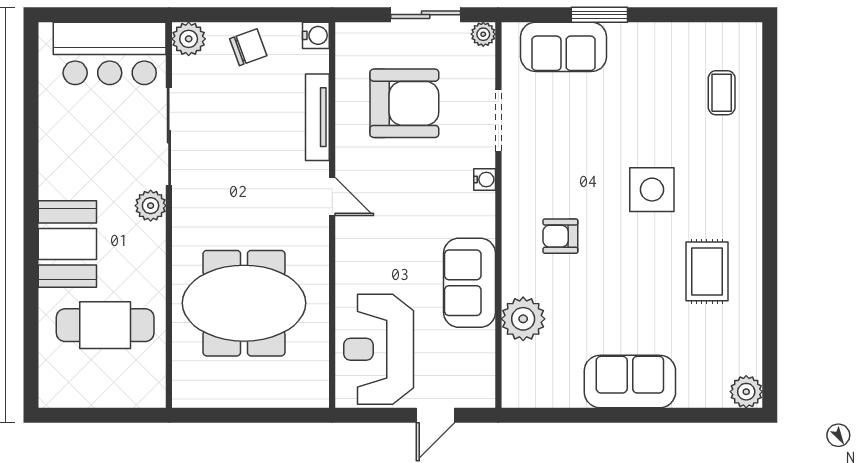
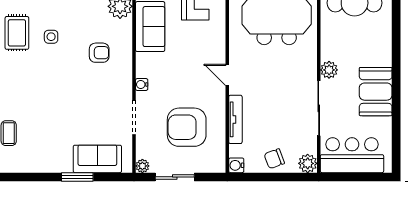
side table: (652, 190) -> (51, 37), moved, width x0.54, depth x0.54
booth: (67, 244) -> (376, 92), moved

